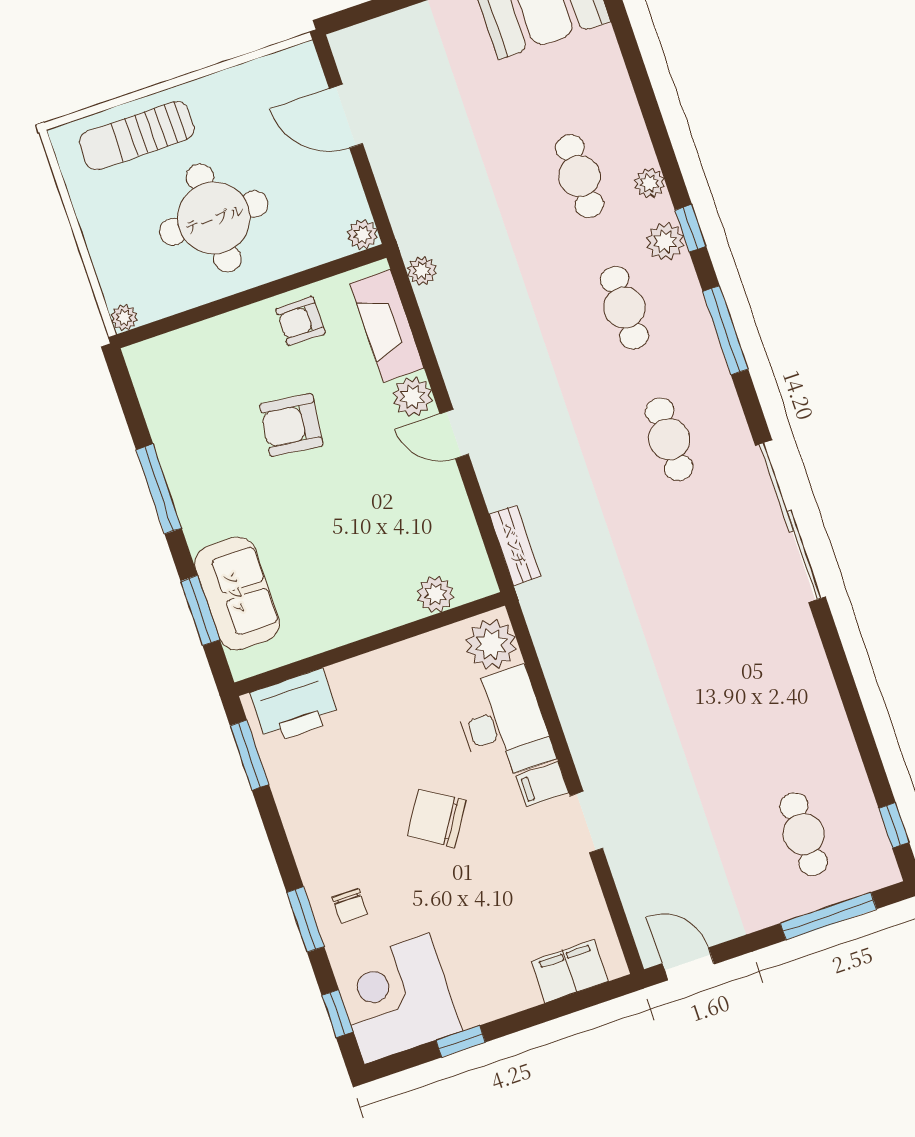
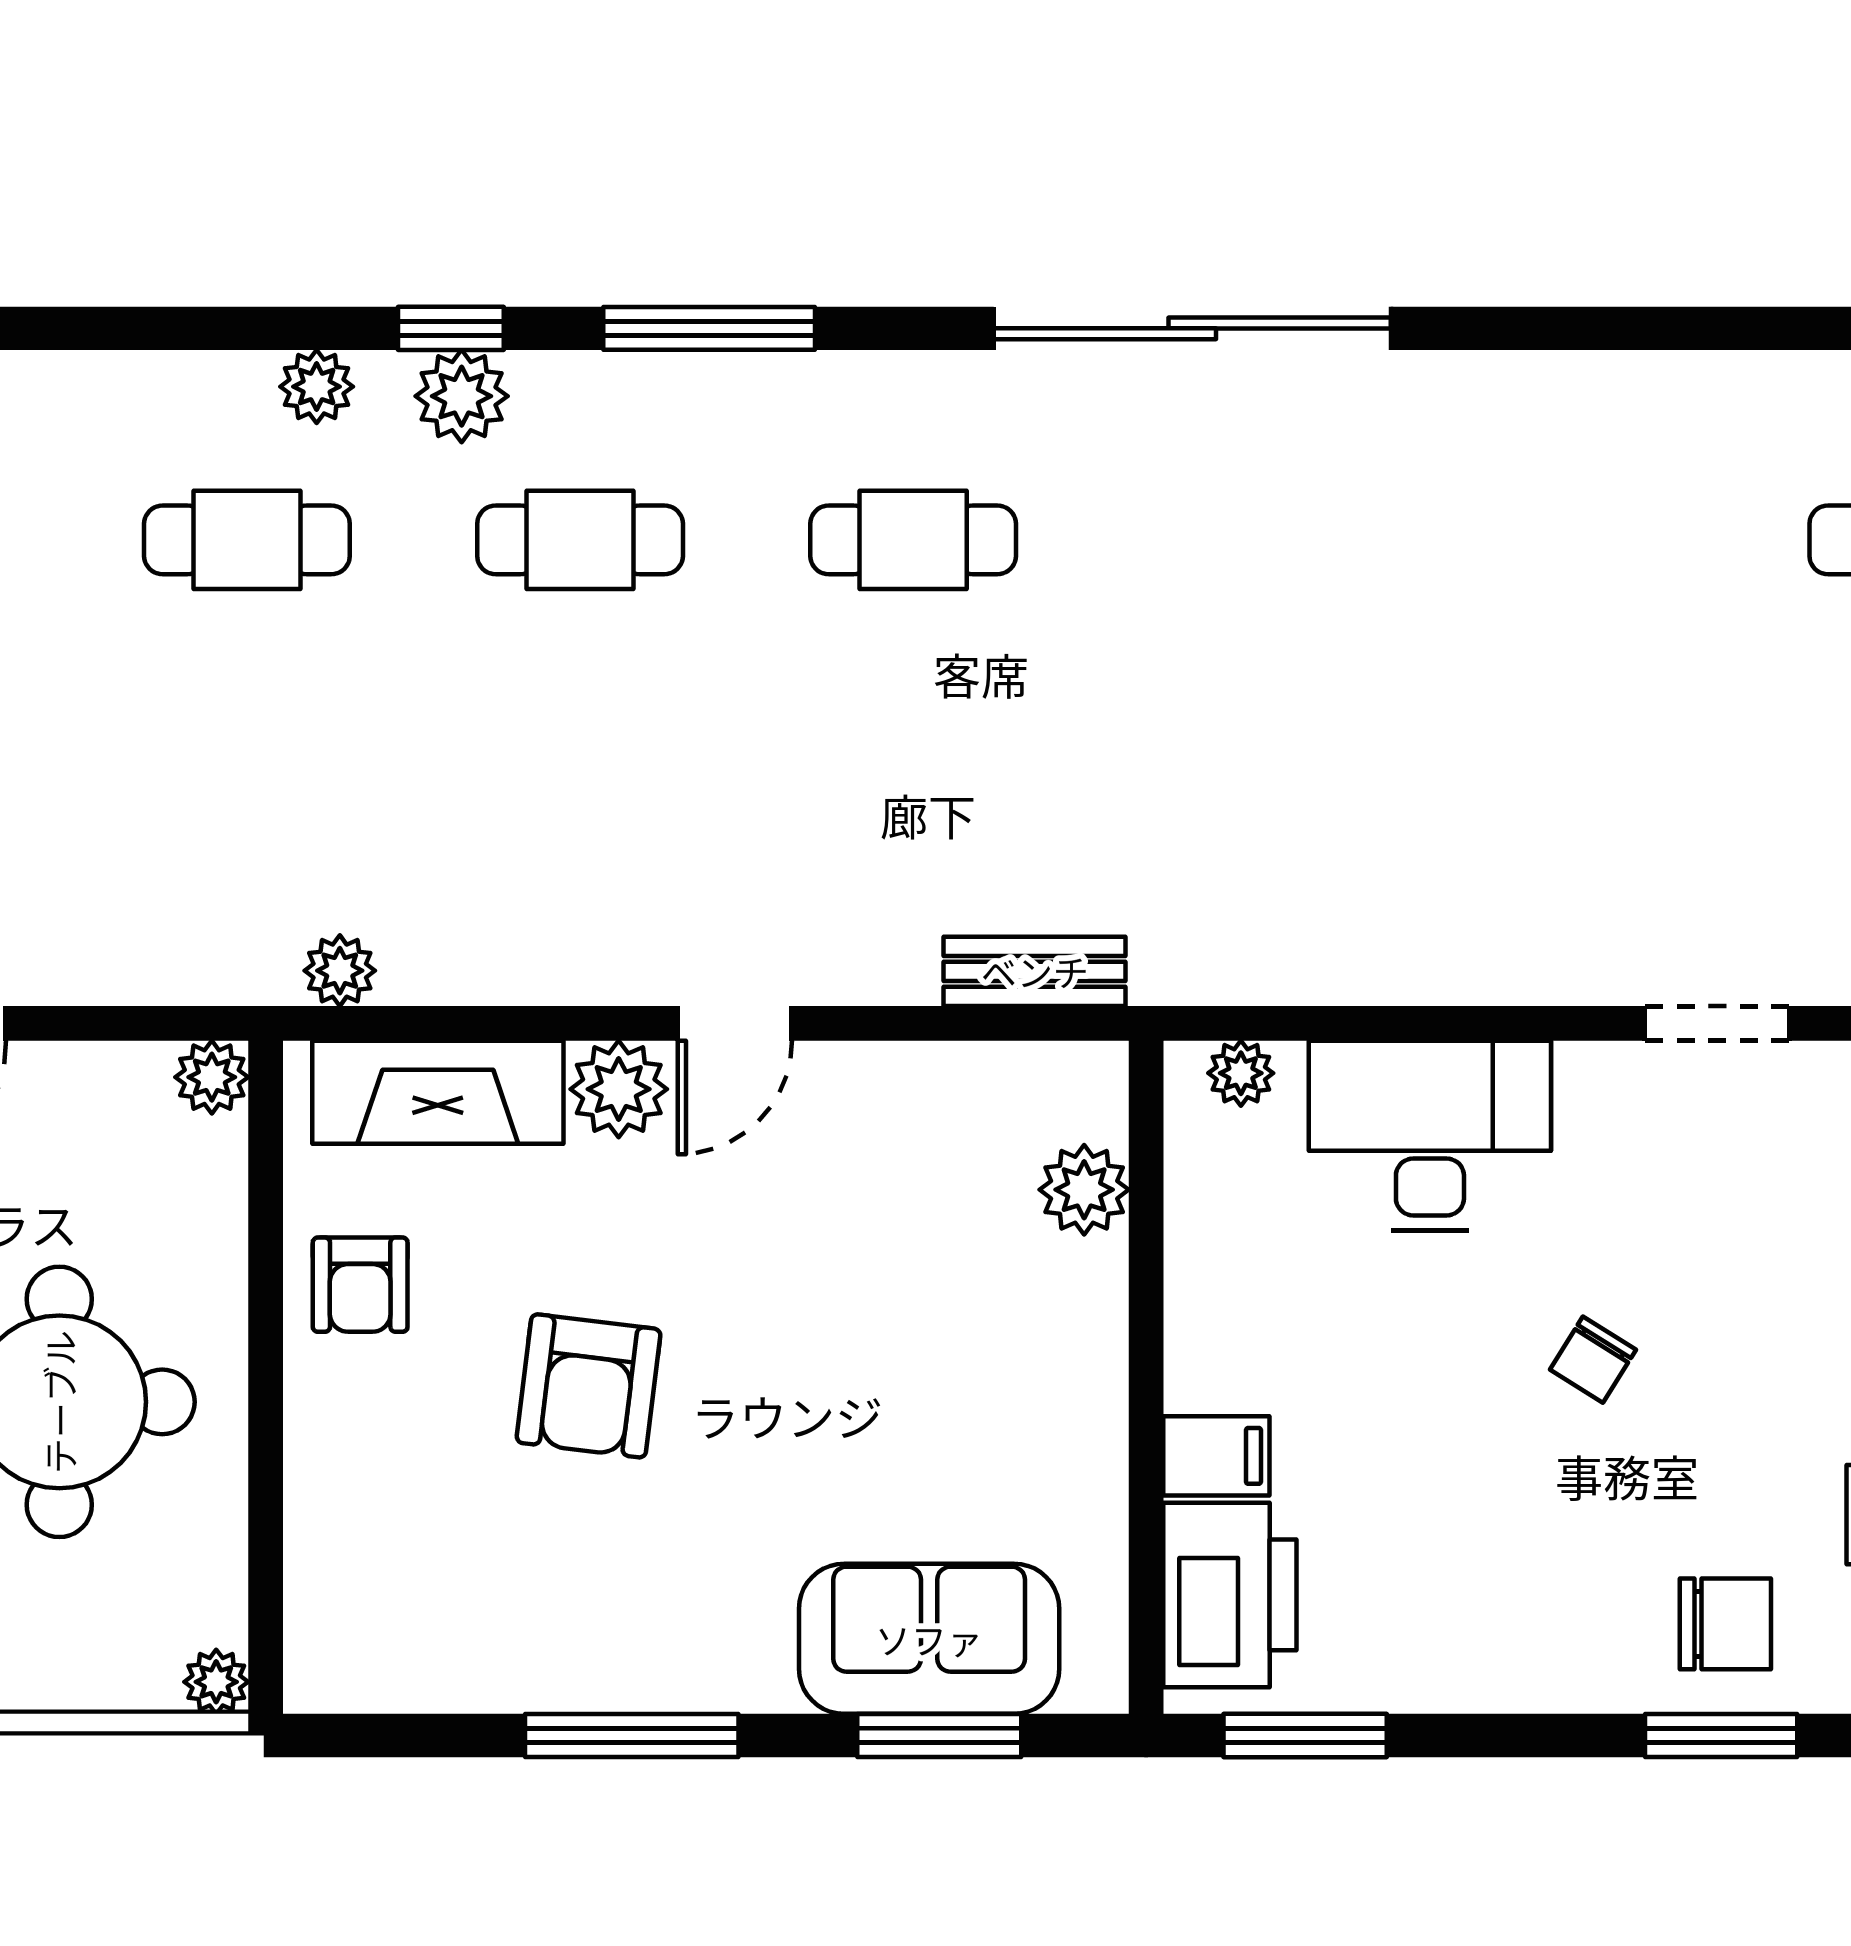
plant: (491, 644) -> (1241, 1073), width x0.53, depth x0.53
filing cabinet: (542, 784) -> (1216, 1456), moved, turned -90
chair: (437, 818) -> (1593, 1360), width x0.54, depth x0.54
chair: (350, 906) -> (1725, 1624), width x1.37, depth x1.37

